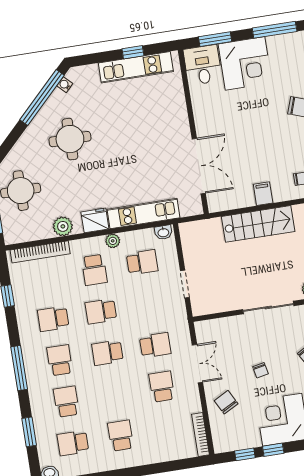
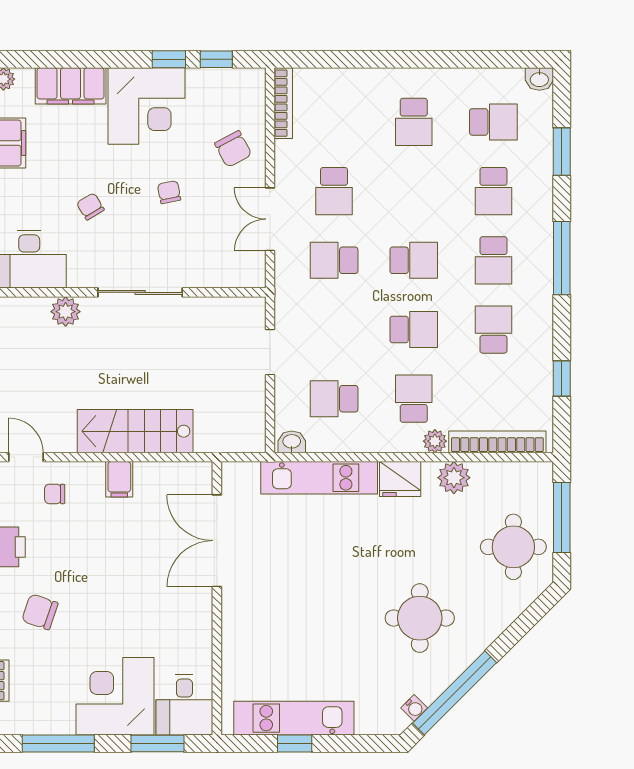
plant: (113, 241) -> (435, 441), moved
school desk: (53, 319) -> (493, 330), turned -90

